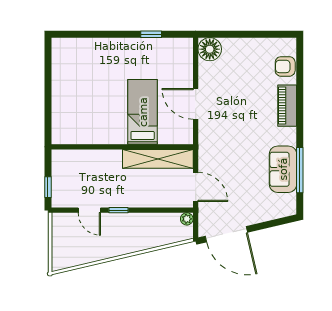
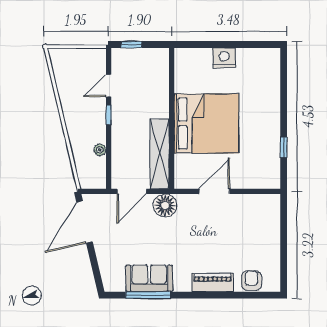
floor lamp: (210, 49) -> (165, 205), moved
nightstand: (61, 94) -> (224, 58), added
bed: (143, 112) -> (206, 123), width x2.04
plant: (187, 219) -> (100, 150), moved

